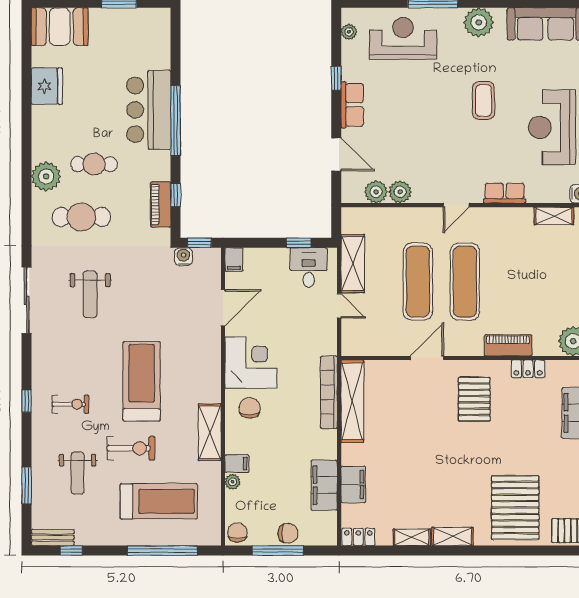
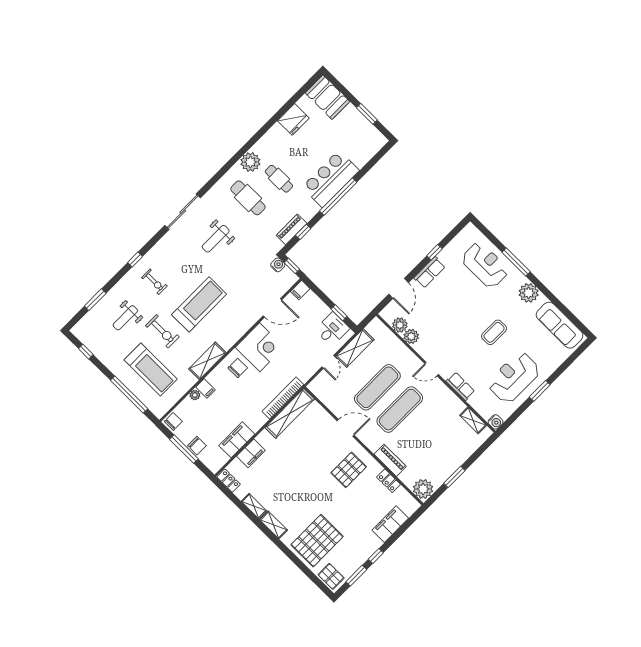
plant: (349, 32) -> (462, 236), removed
bench: (53, 538) -> (83, 337), removed

